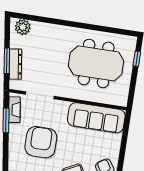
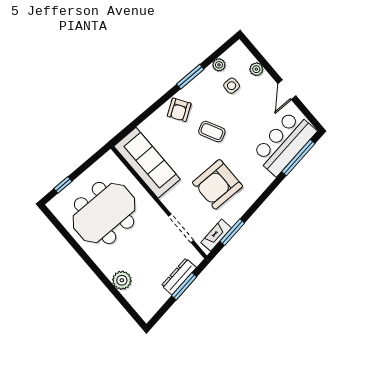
plant: (23, 27) -> (122, 280), moved
meeting table: (96, 63) -> (104, 213), turned 90

